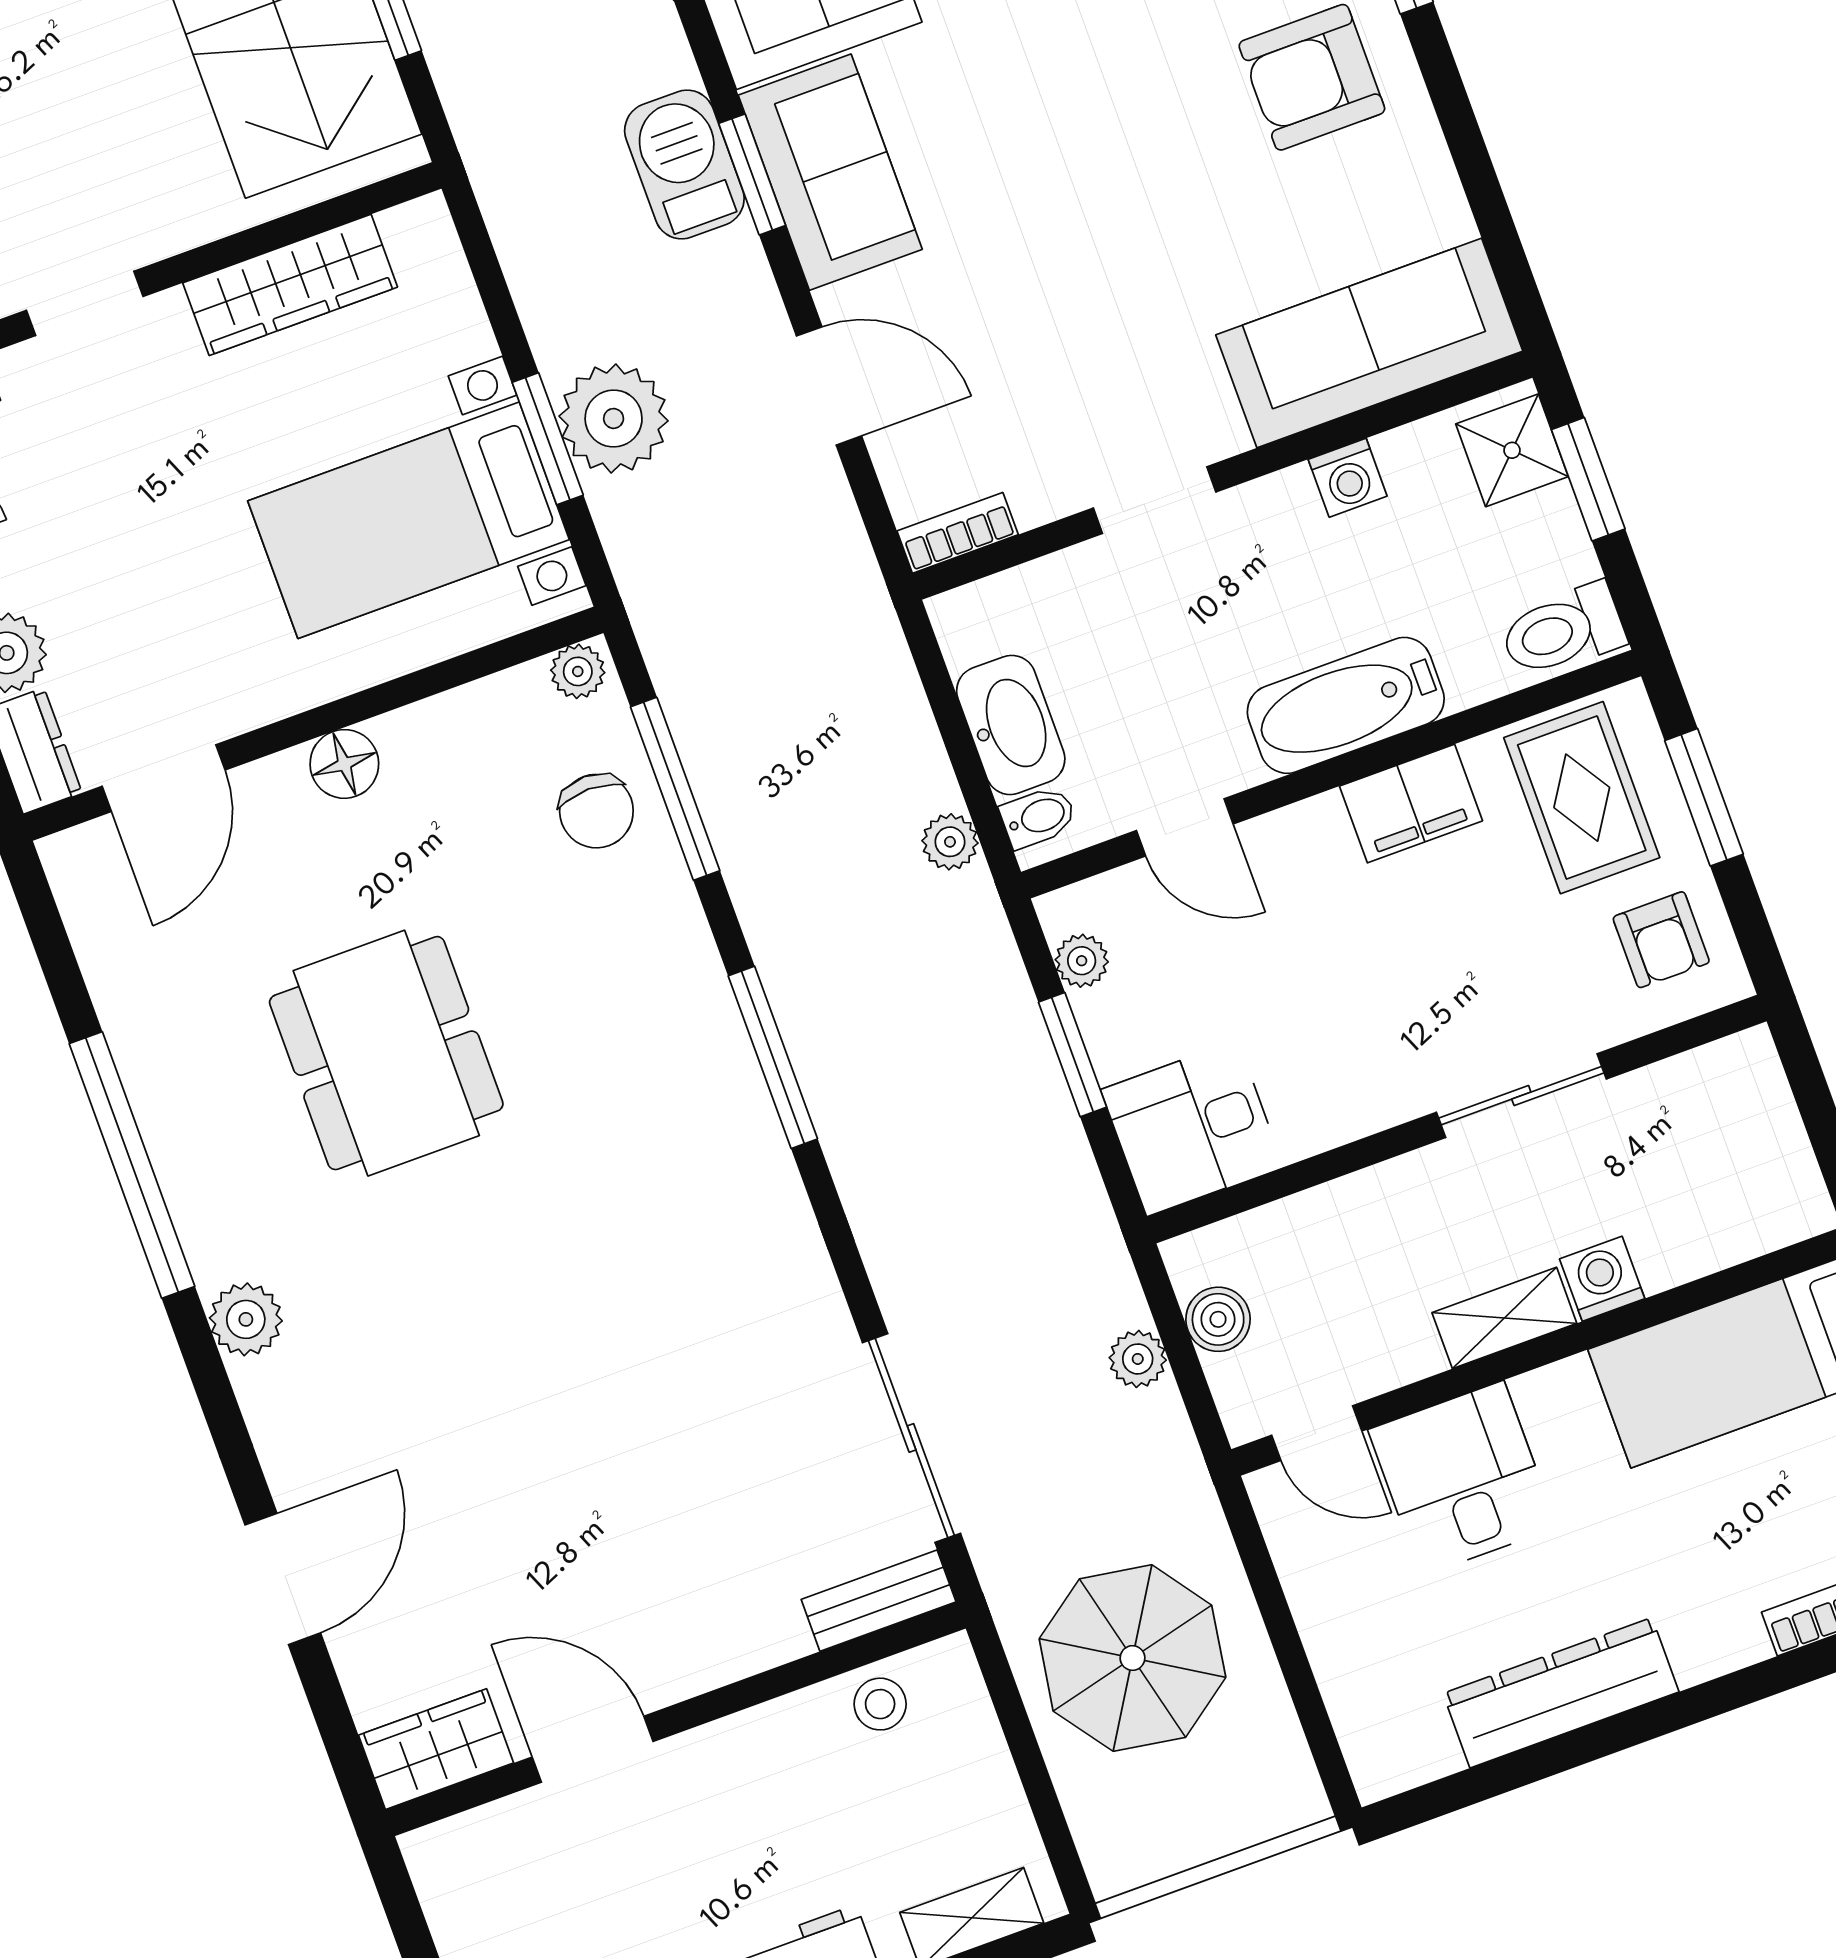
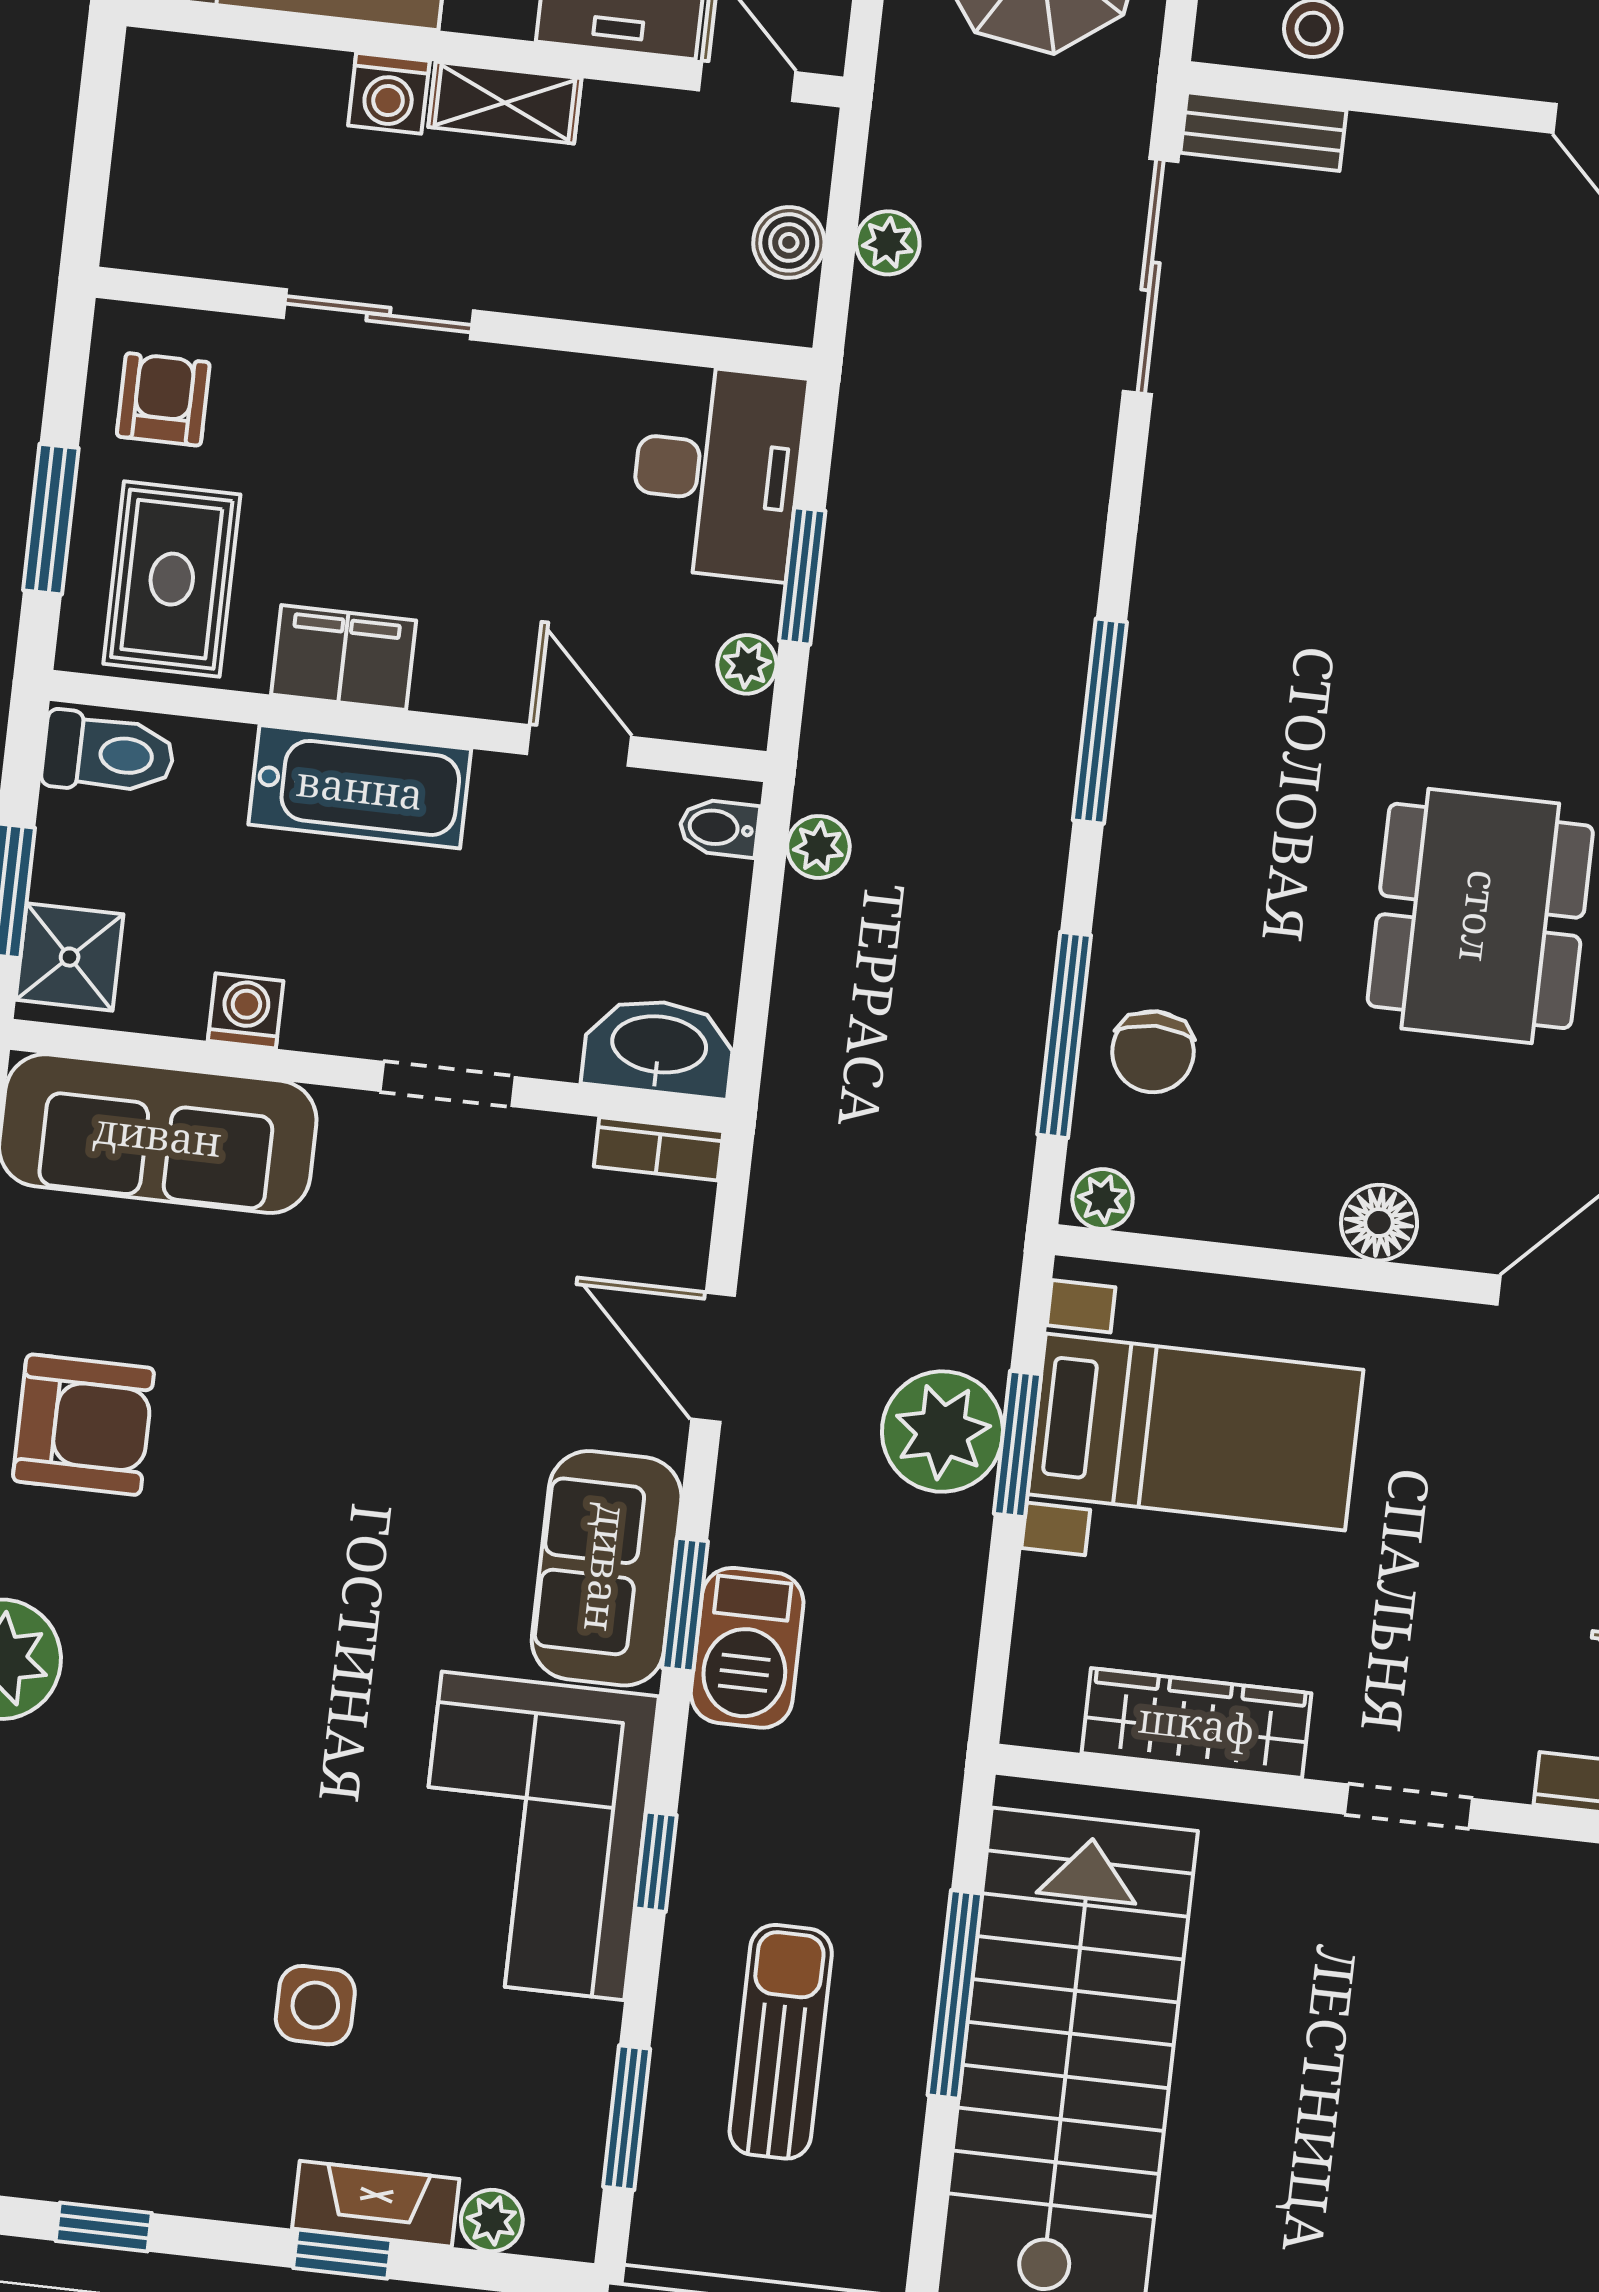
washbasin: (1011, 725) -> (659, 1047), moved, turned 90
chair: (596, 811) -> (1153, 1052), turned 180
desk: (1192, 1128) -> (717, 472), width x1.37

